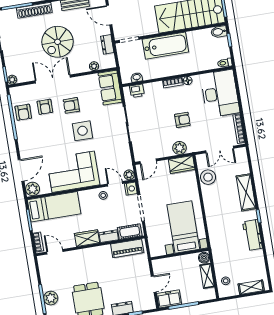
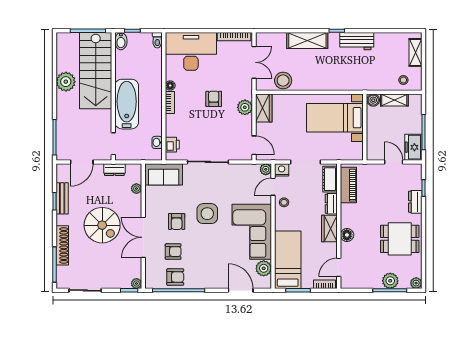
plant: (33, 189) -> (264, 268), moved
floor lamp: (84, 254) -> (347, 235), added

